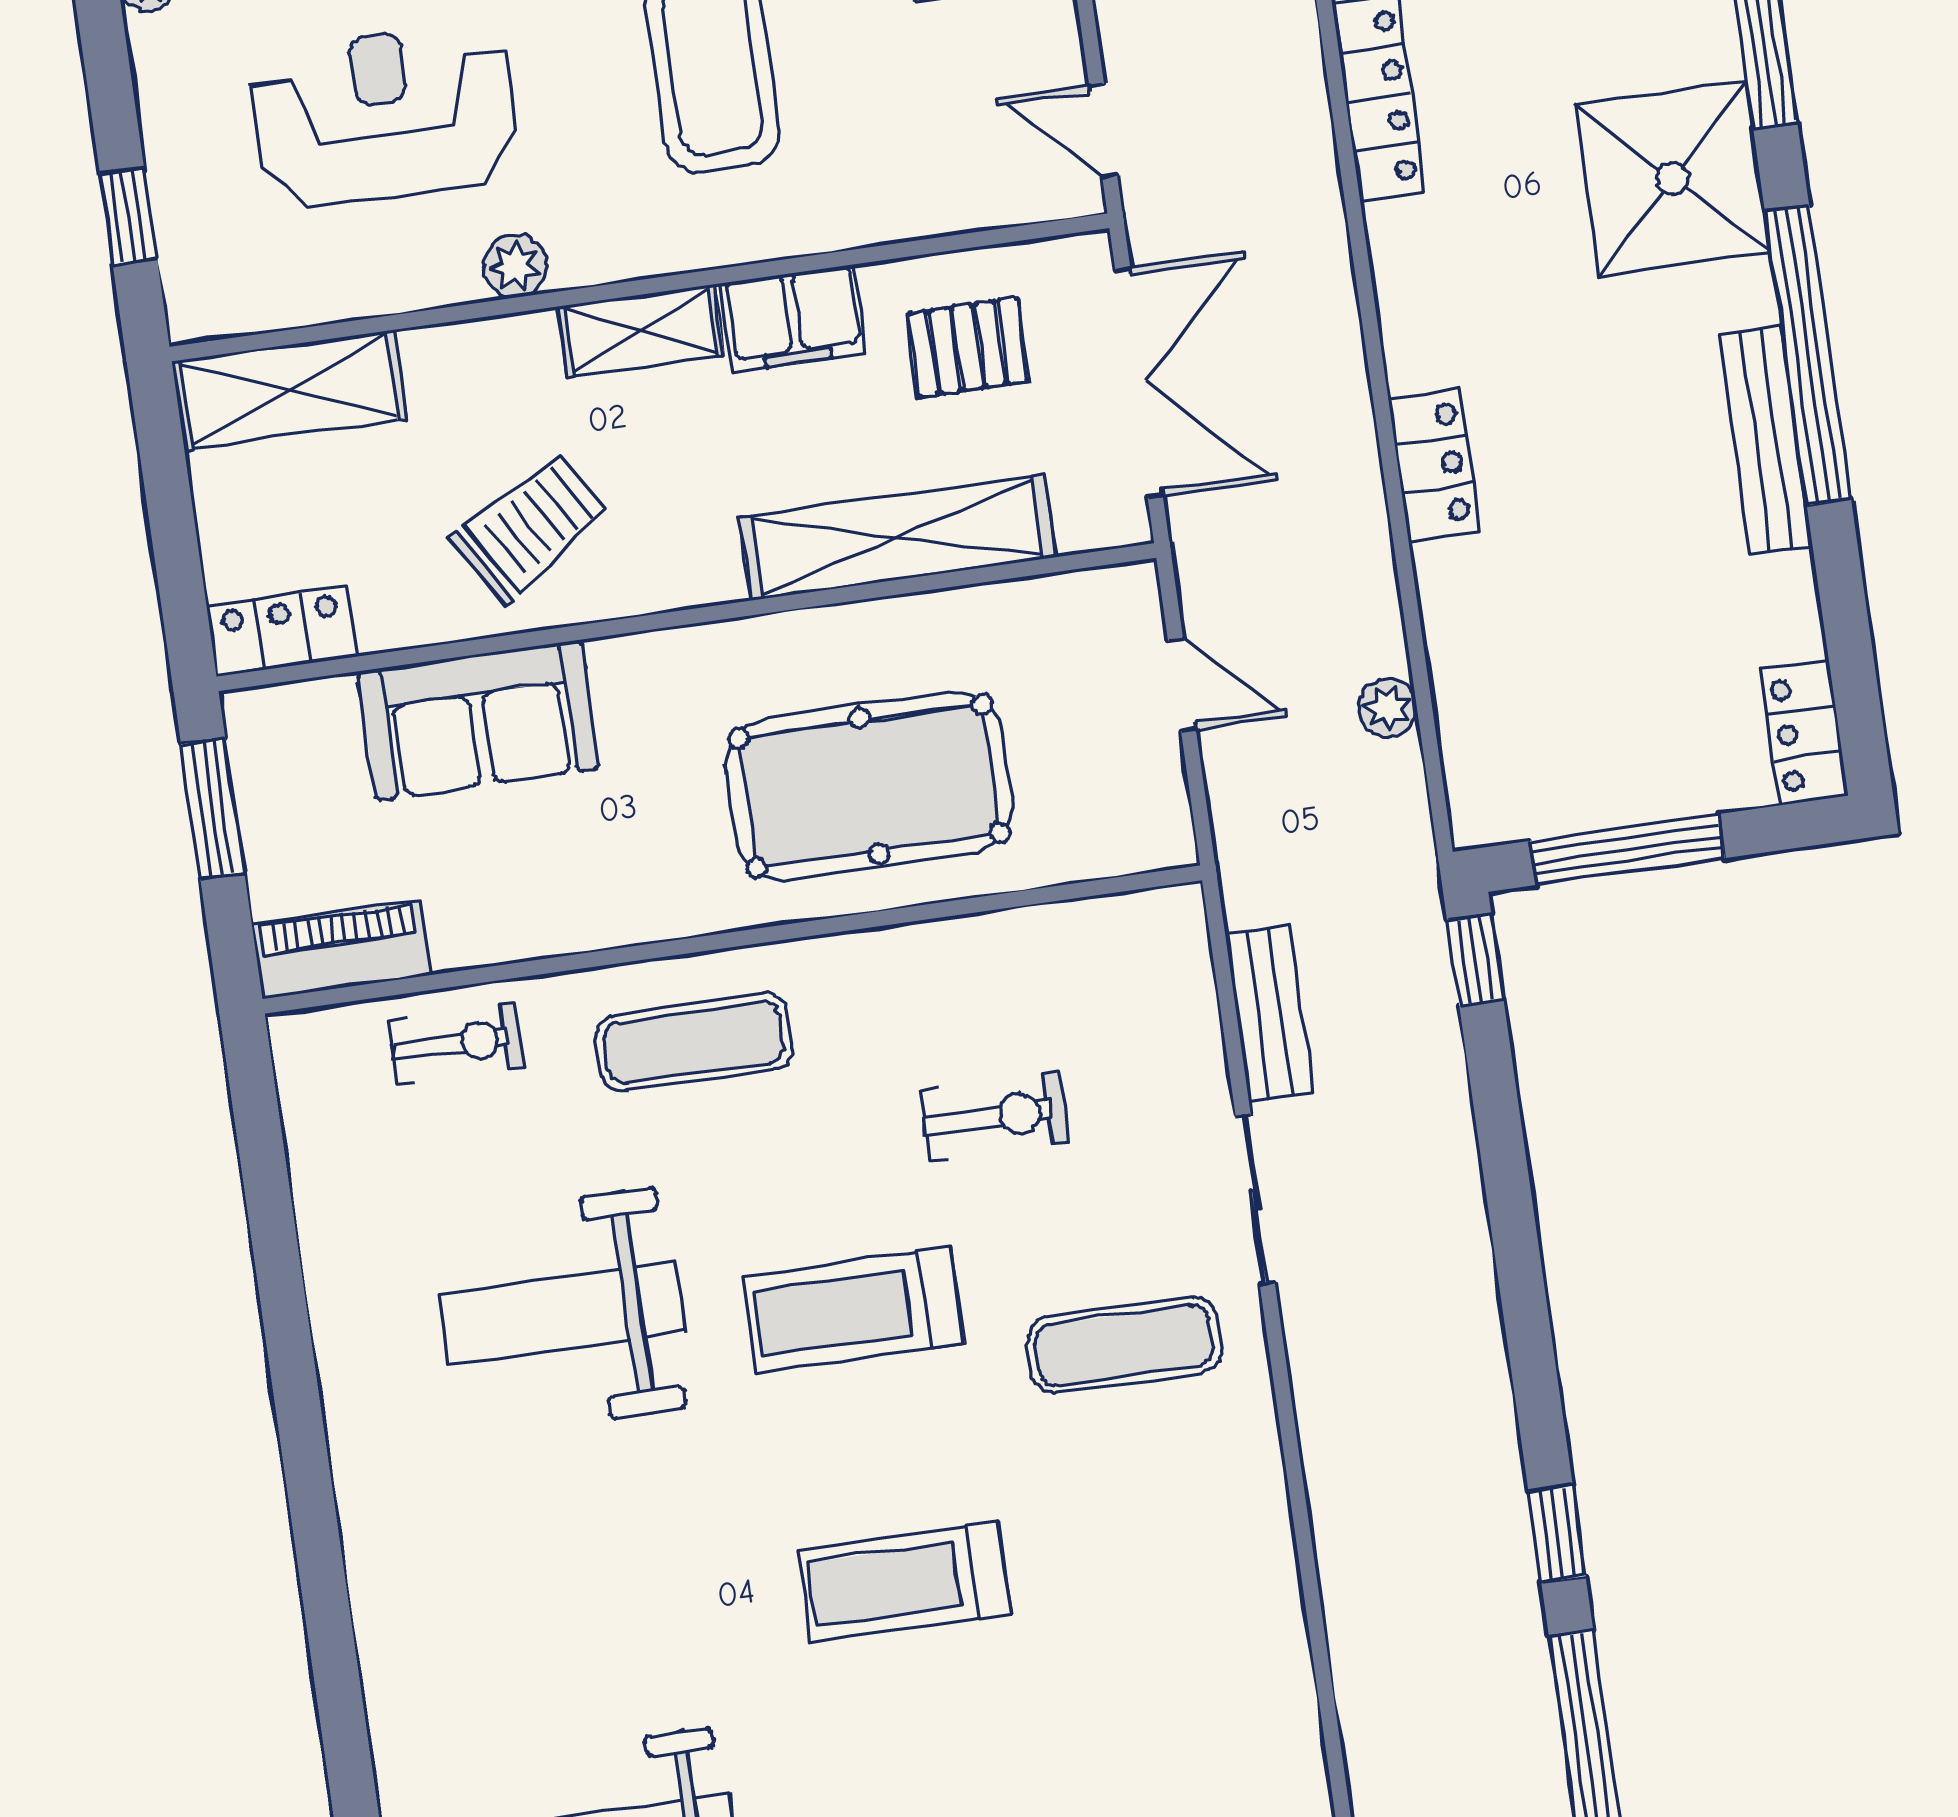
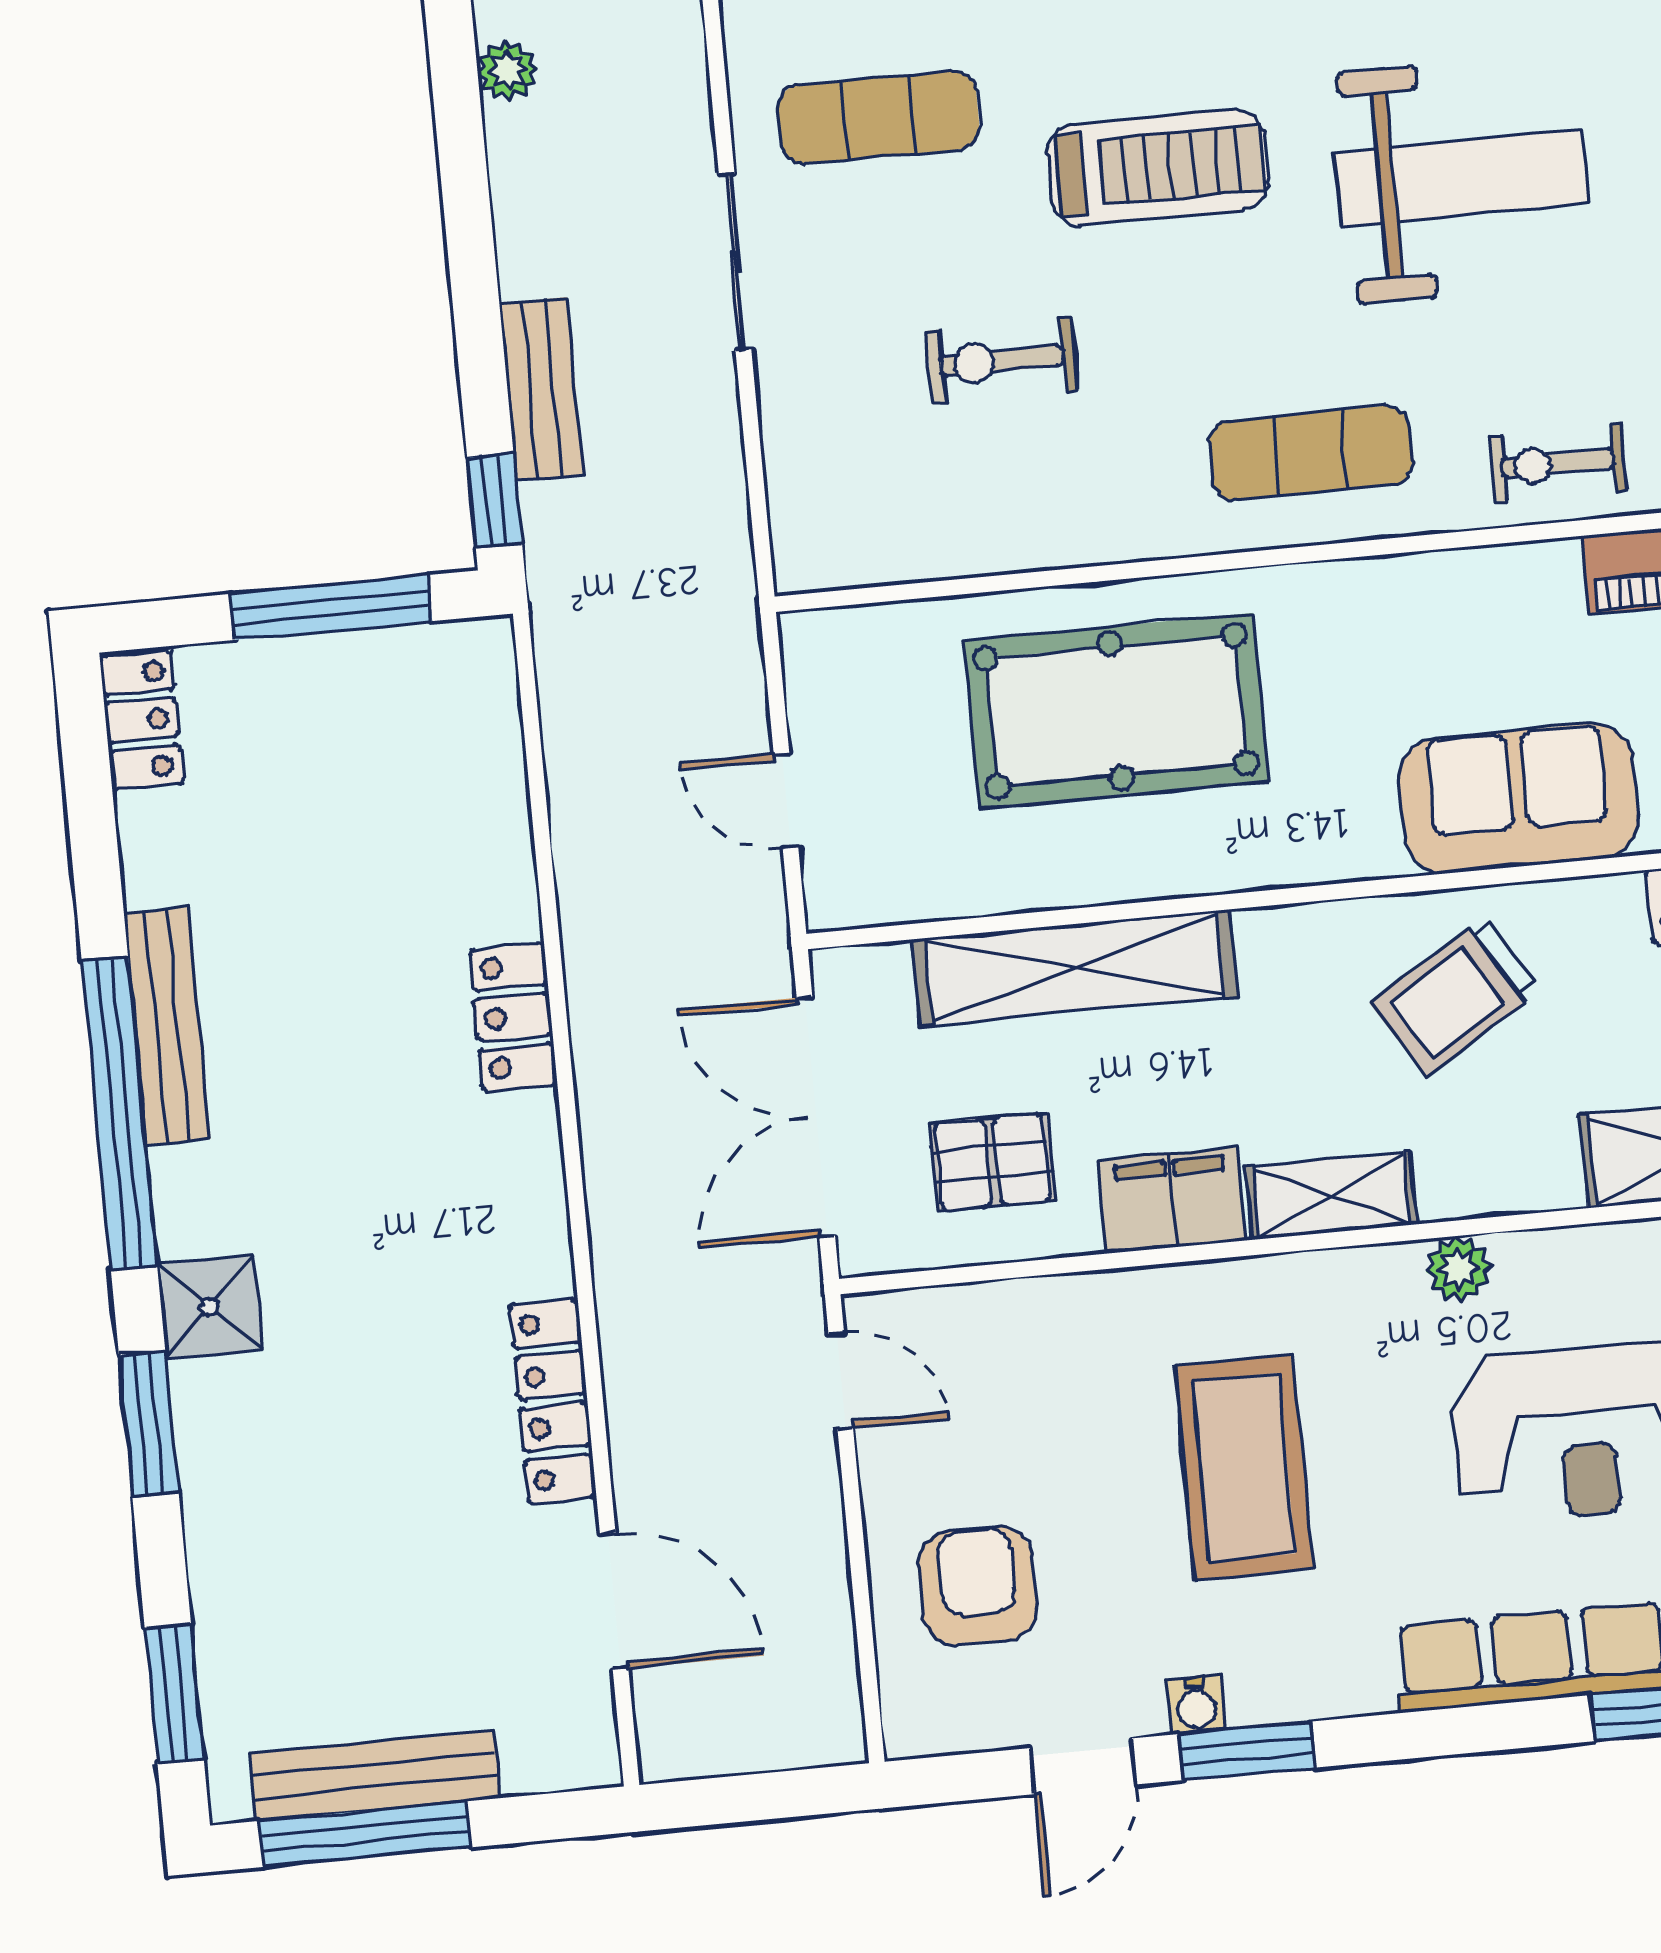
shower: (1673, 178) -> (209, 1307), width x0.54, depth x0.54
plant: (1388, 708) -> (507, 70), moved
bench: (1269, 1014) -> (541, 389), moved

